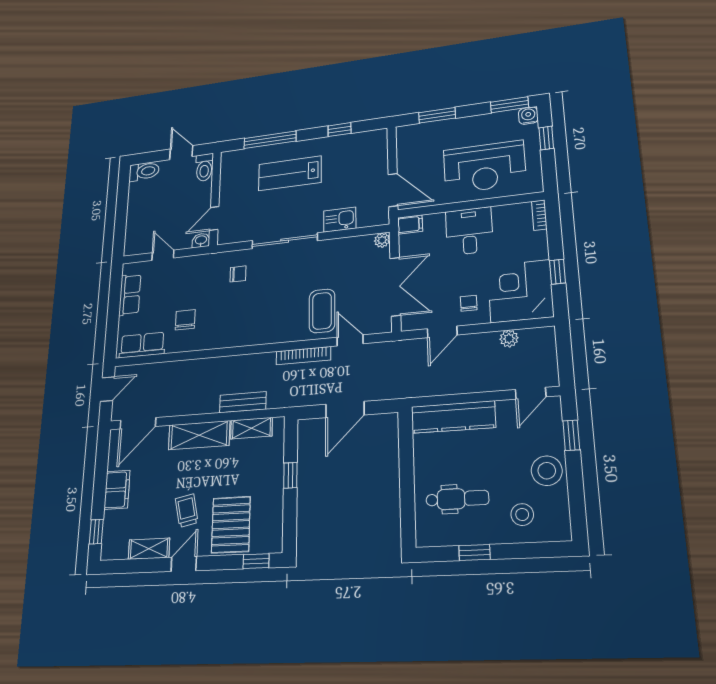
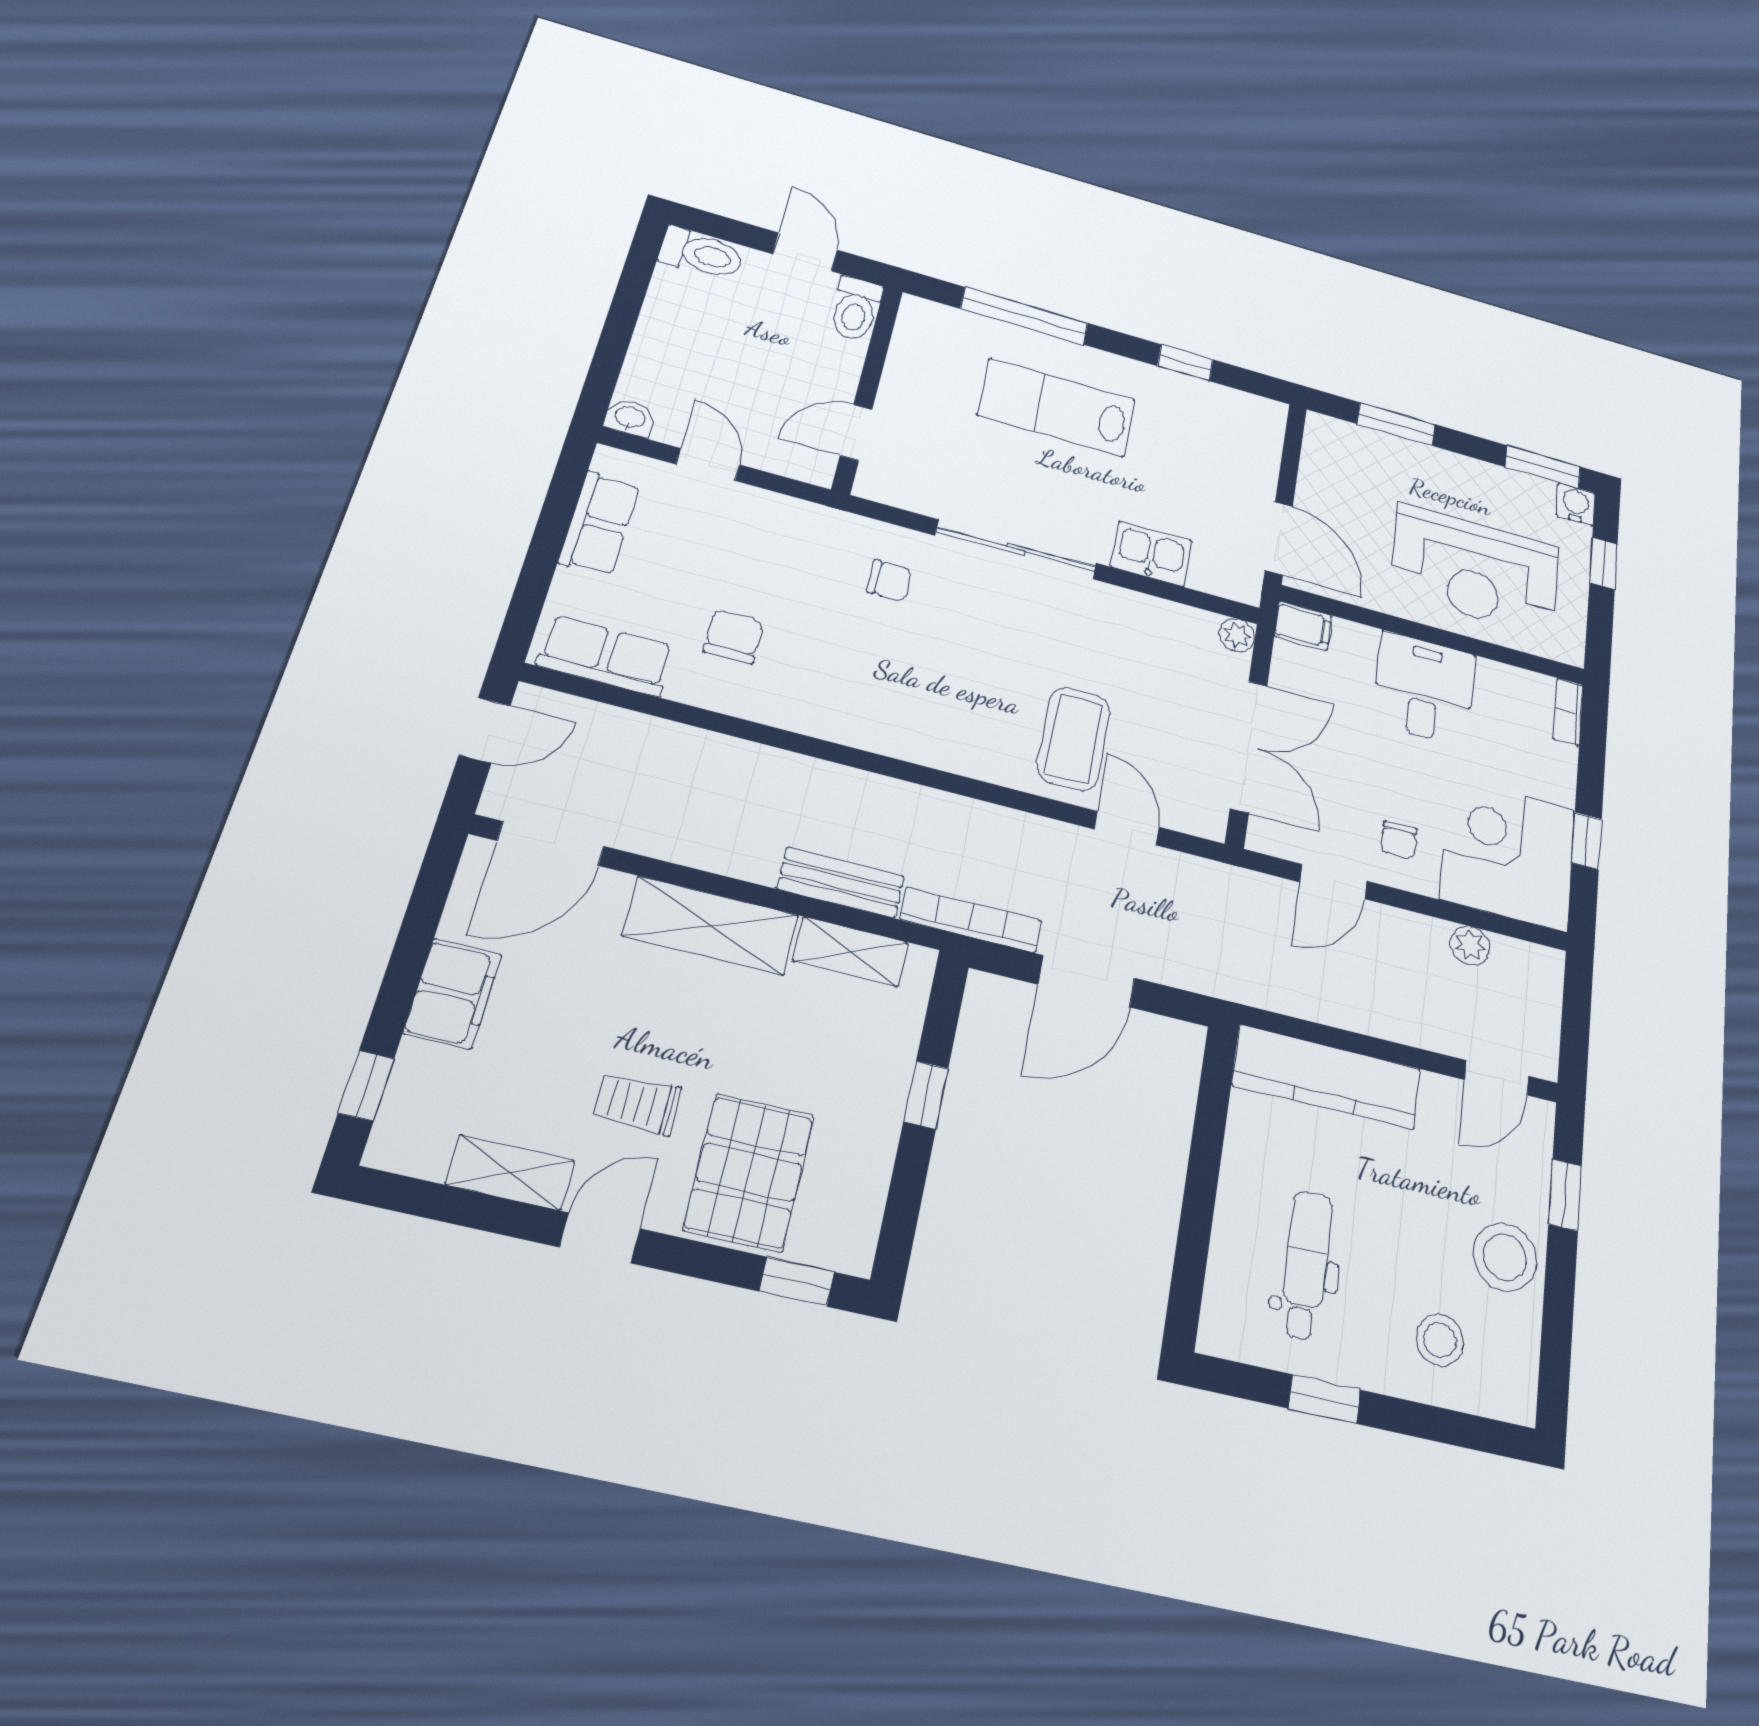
washbasin: (201, 240) -> (630, 418), moved
chair: (469, 303) -> (1399, 840), turned 180
bookcase: (303, 356) -> (971, 920), moved, turned 180
dental chair: (457, 499) -> (1306, 1265), turned -90
trolley: (187, 511) -> (637, 1103), turned -78

